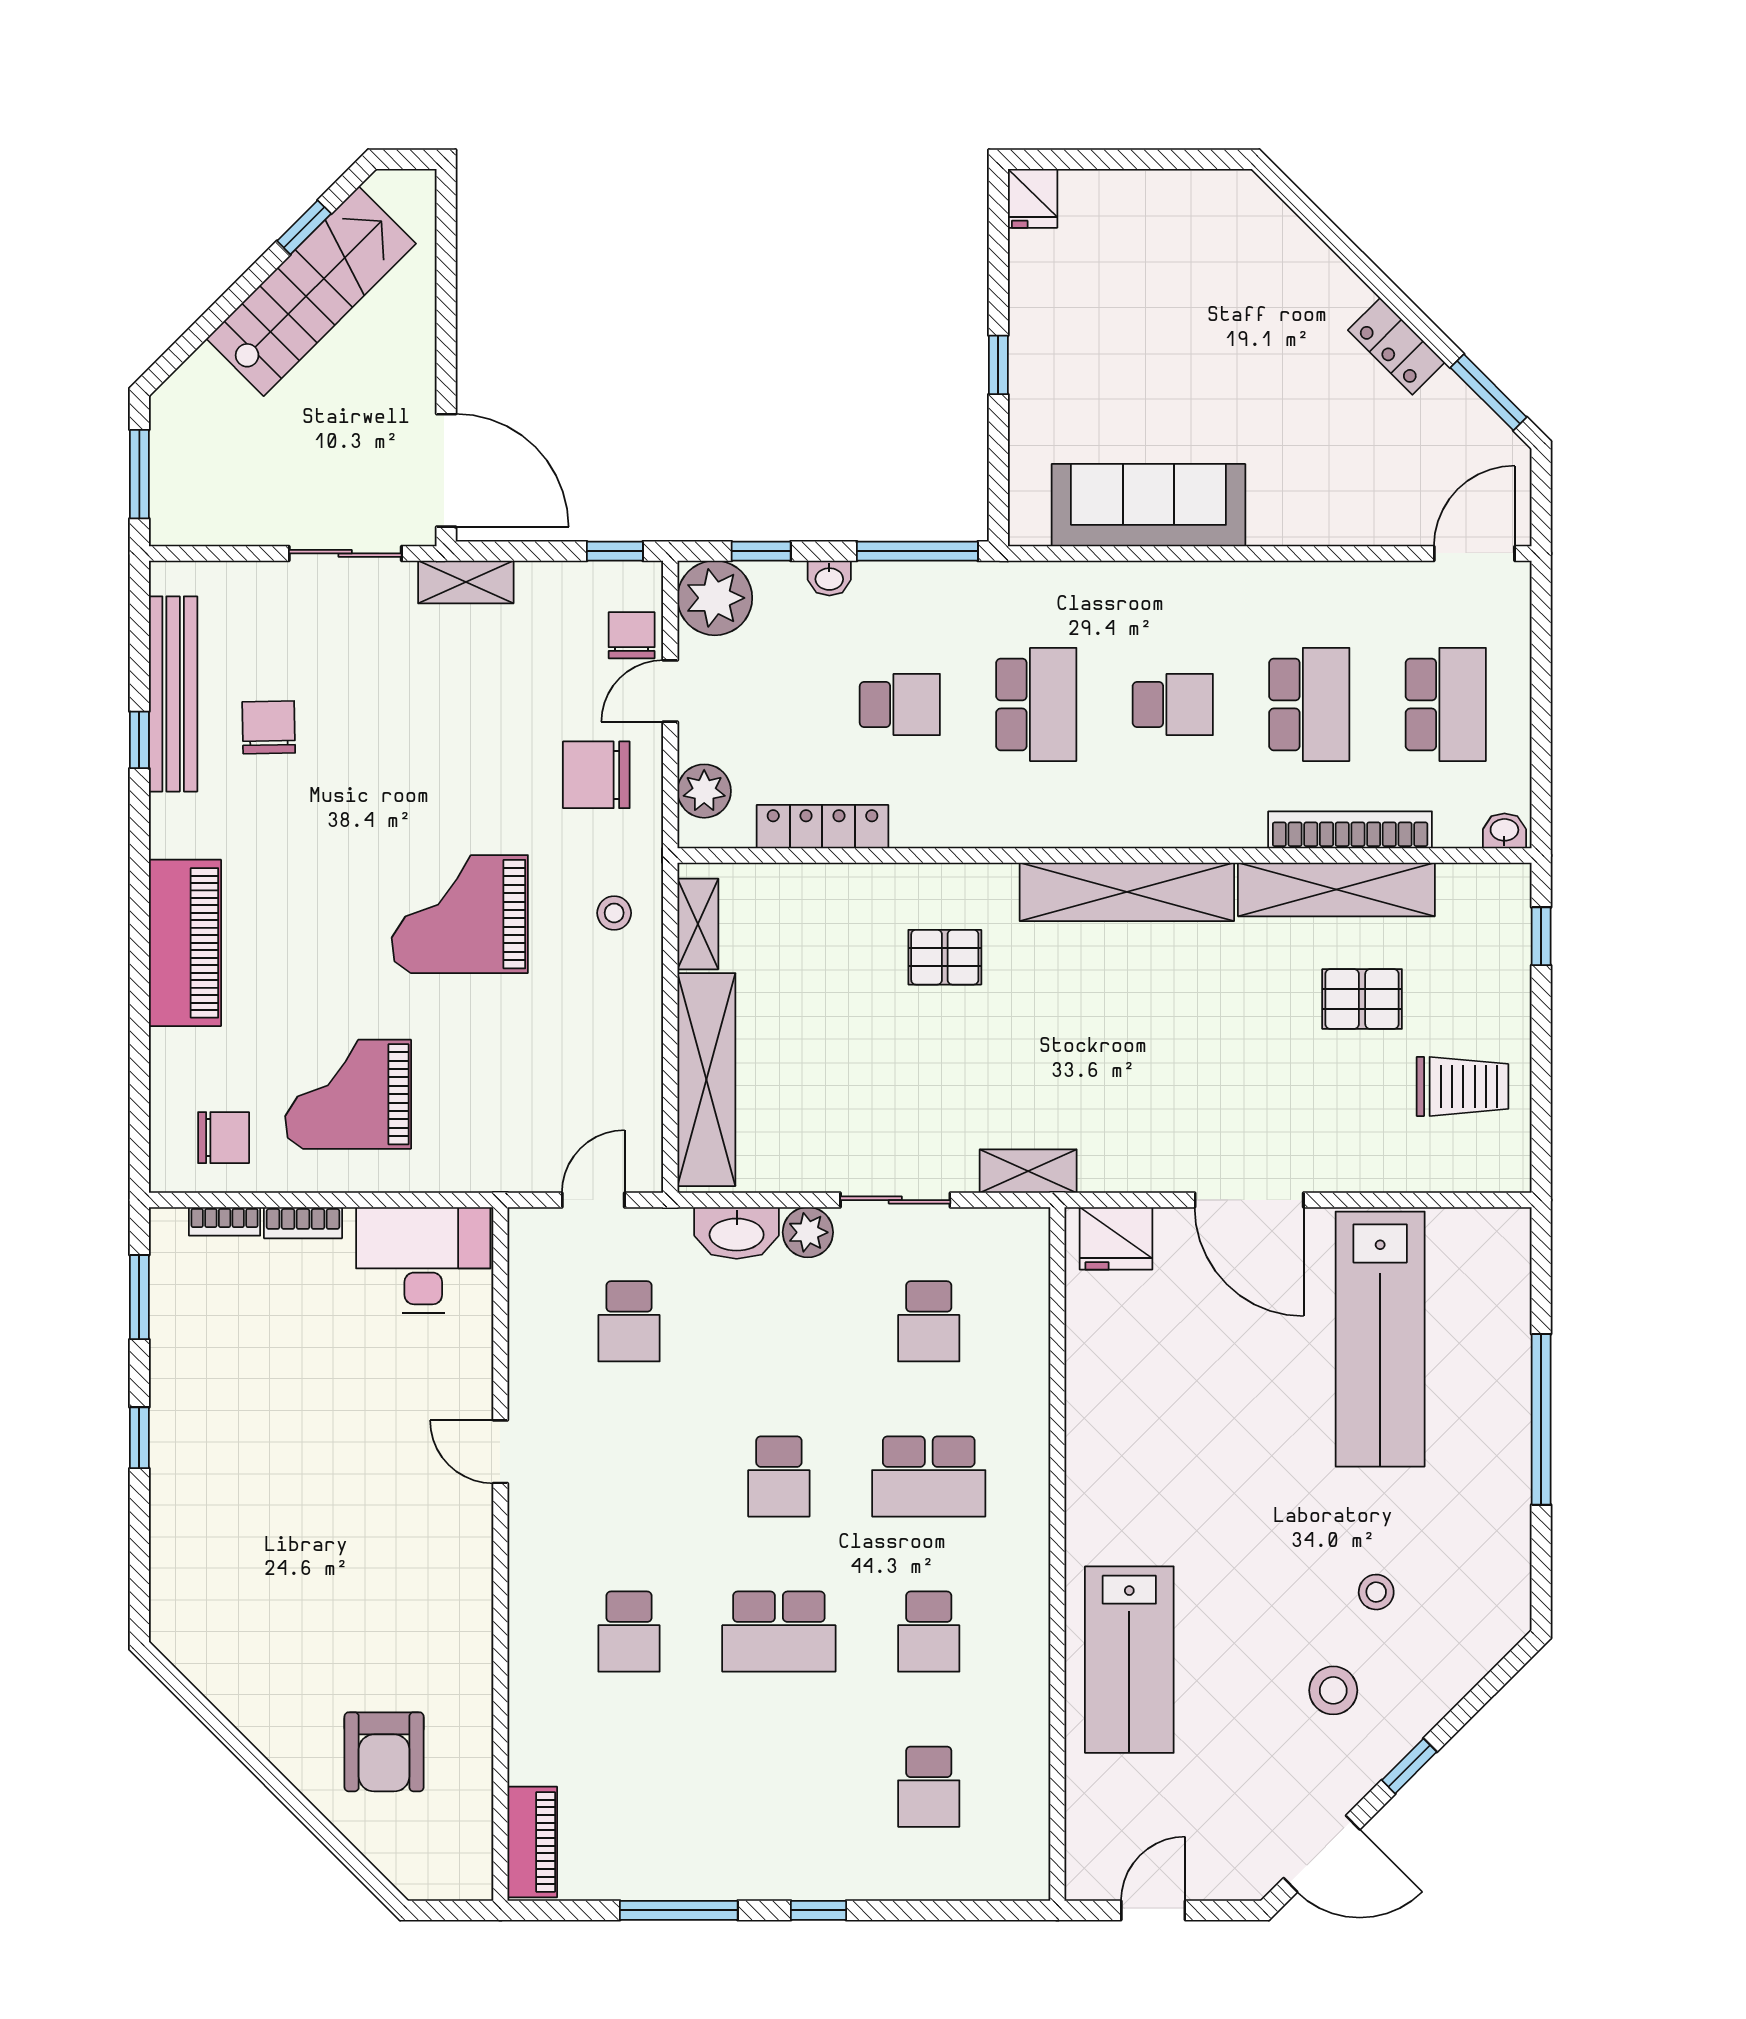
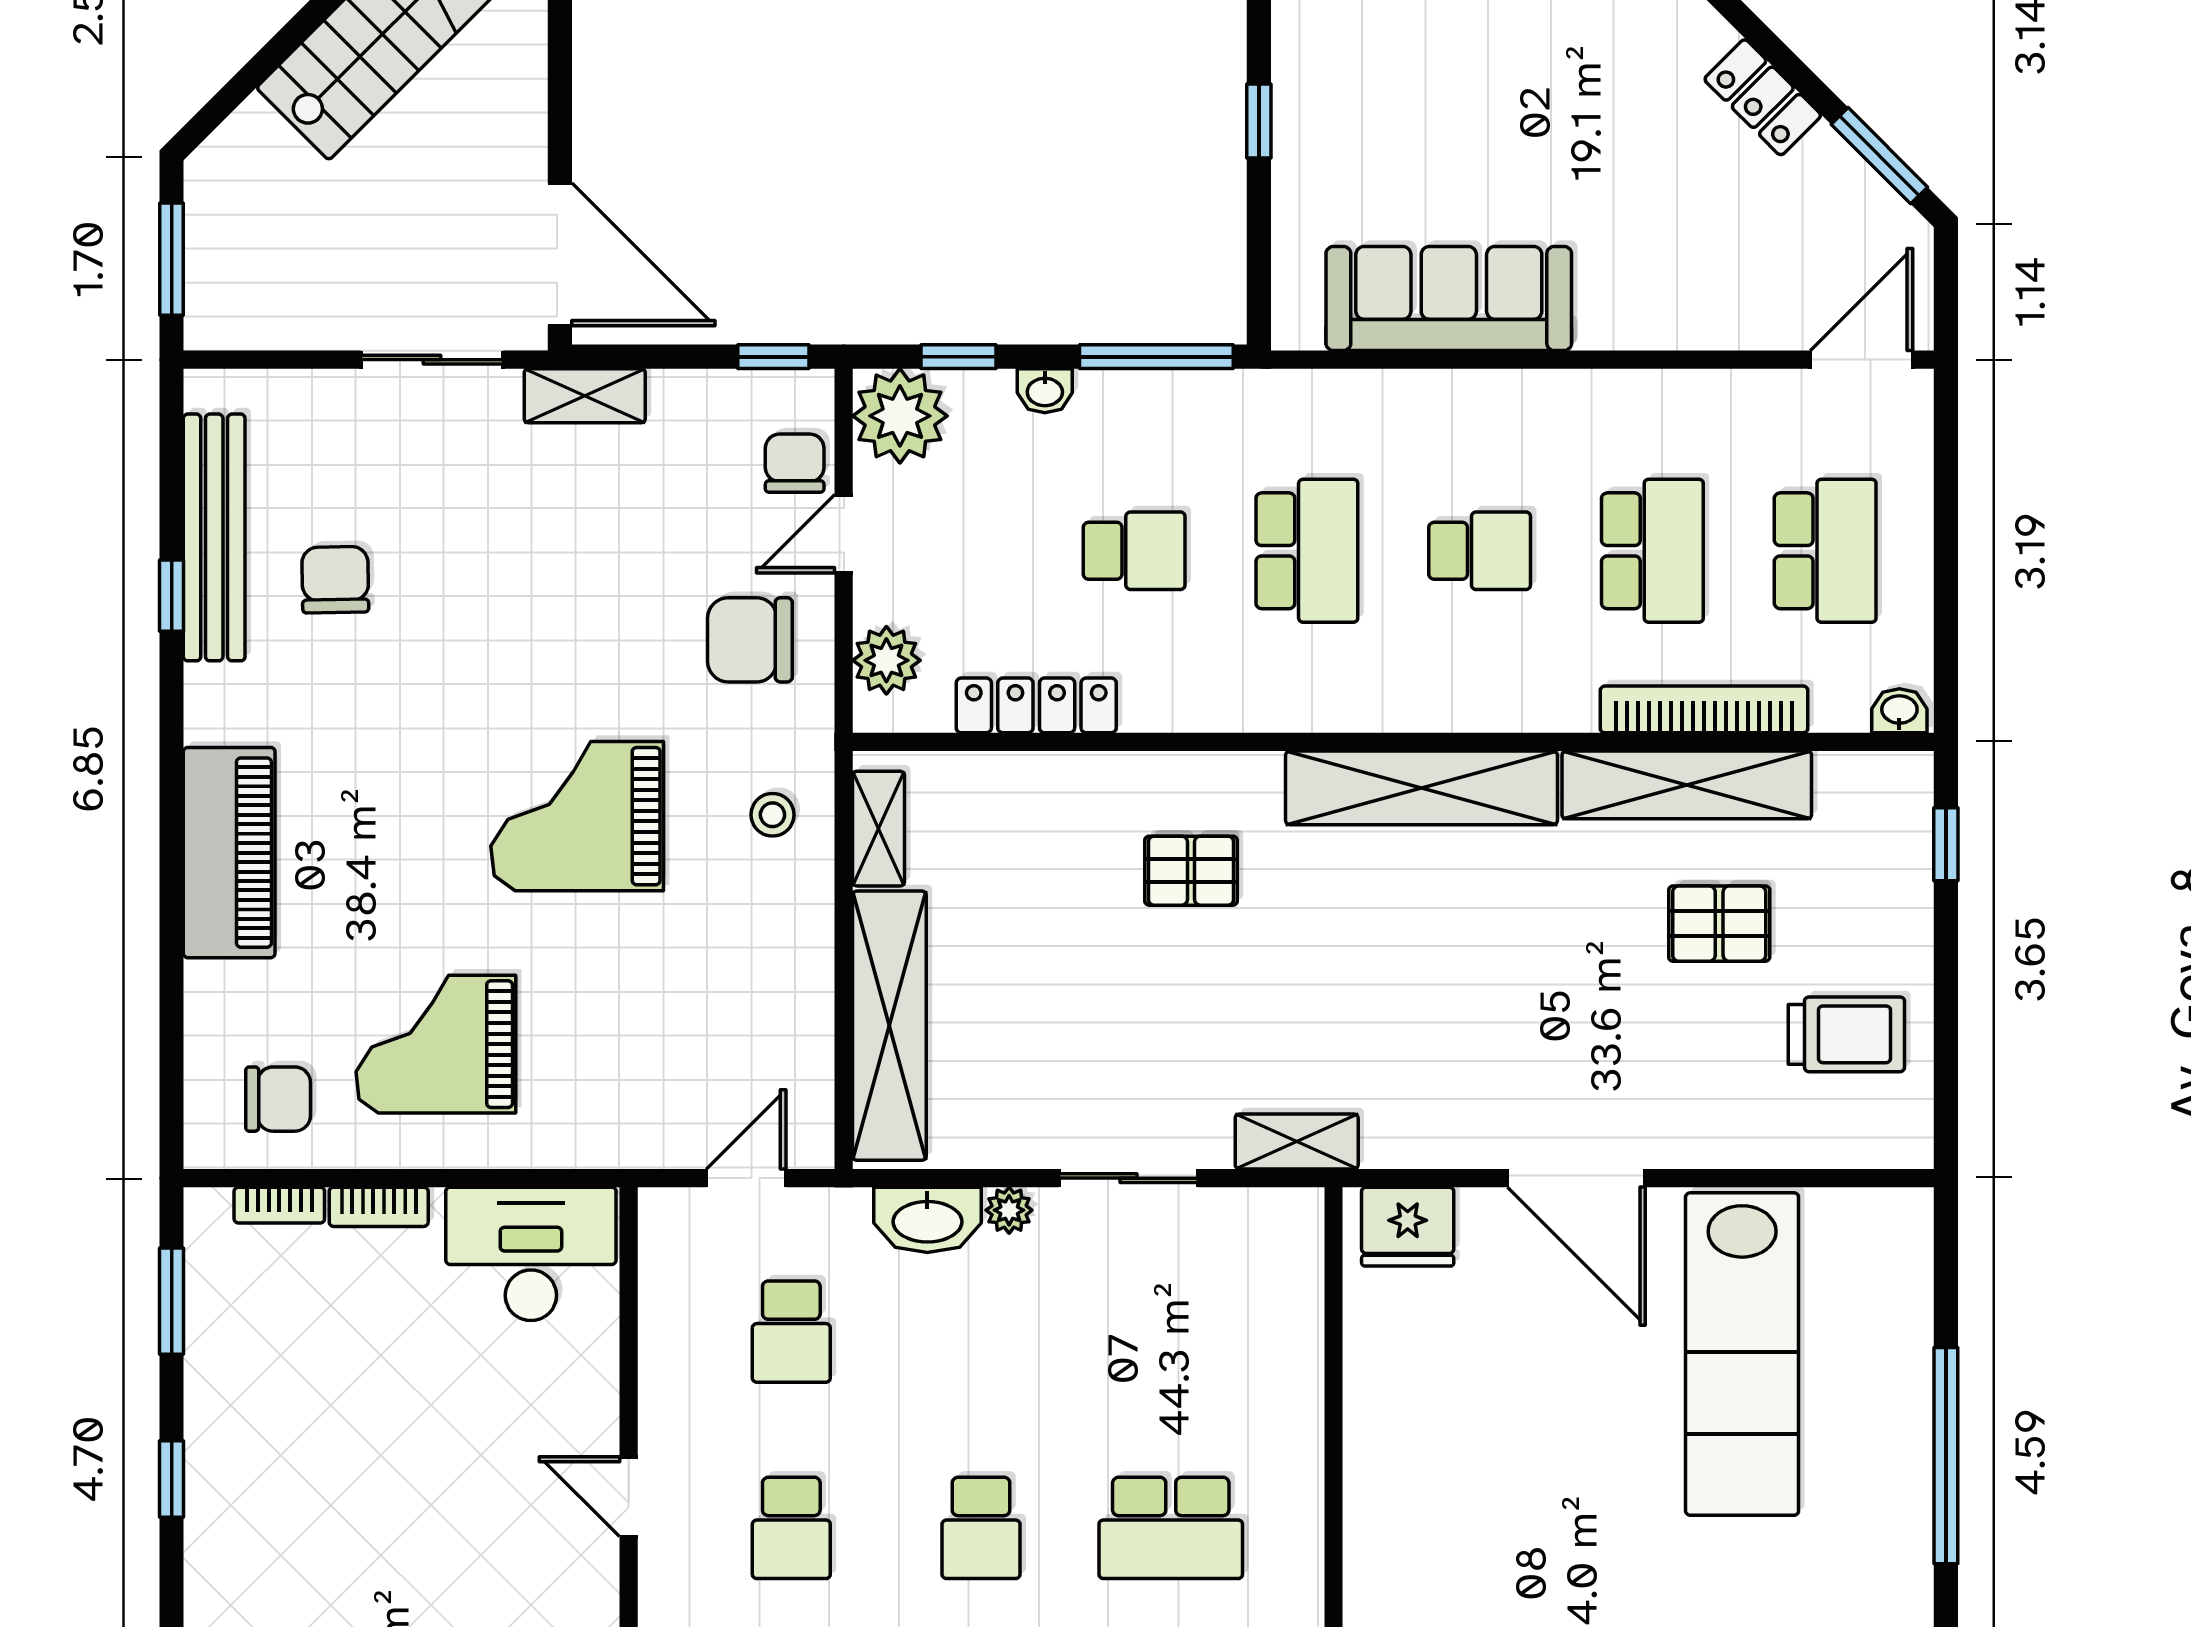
plant: (808, 1232) -> (1009, 1210), width x0.73, depth x0.73
school desk: (929, 1321) -> (791, 1528), moved

